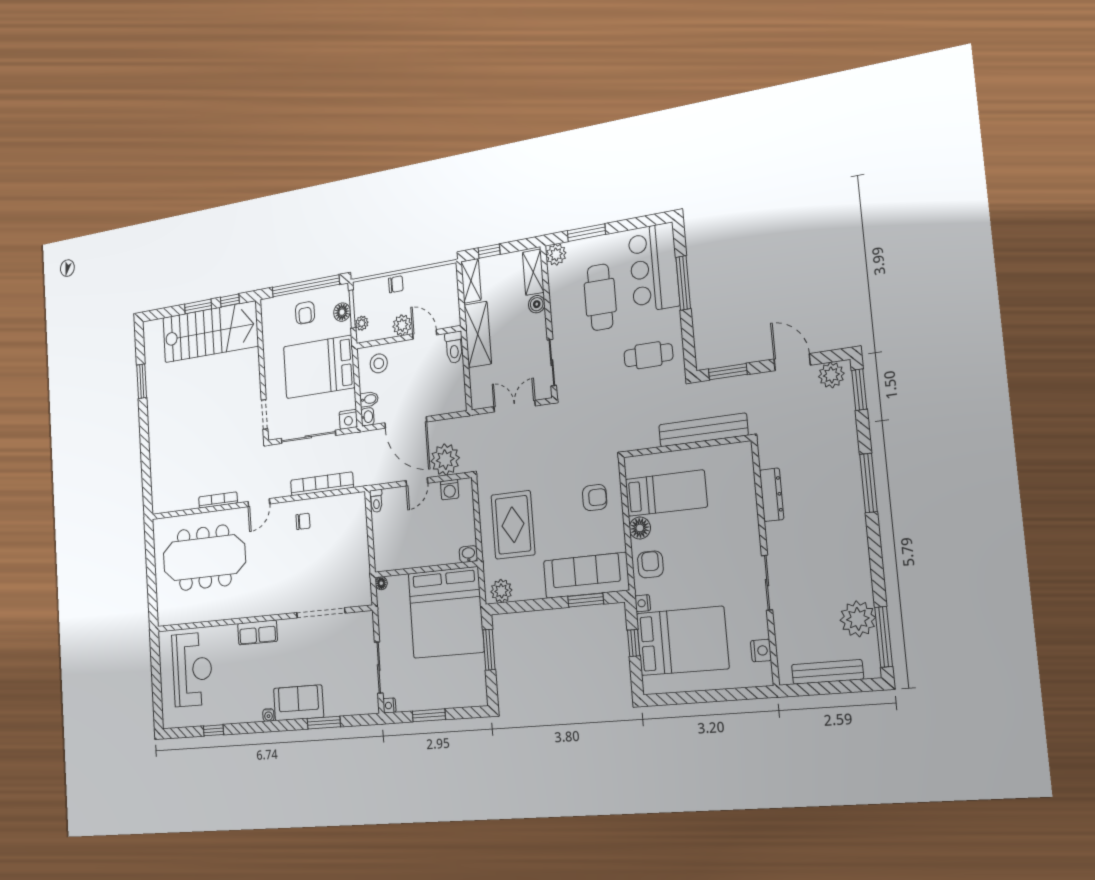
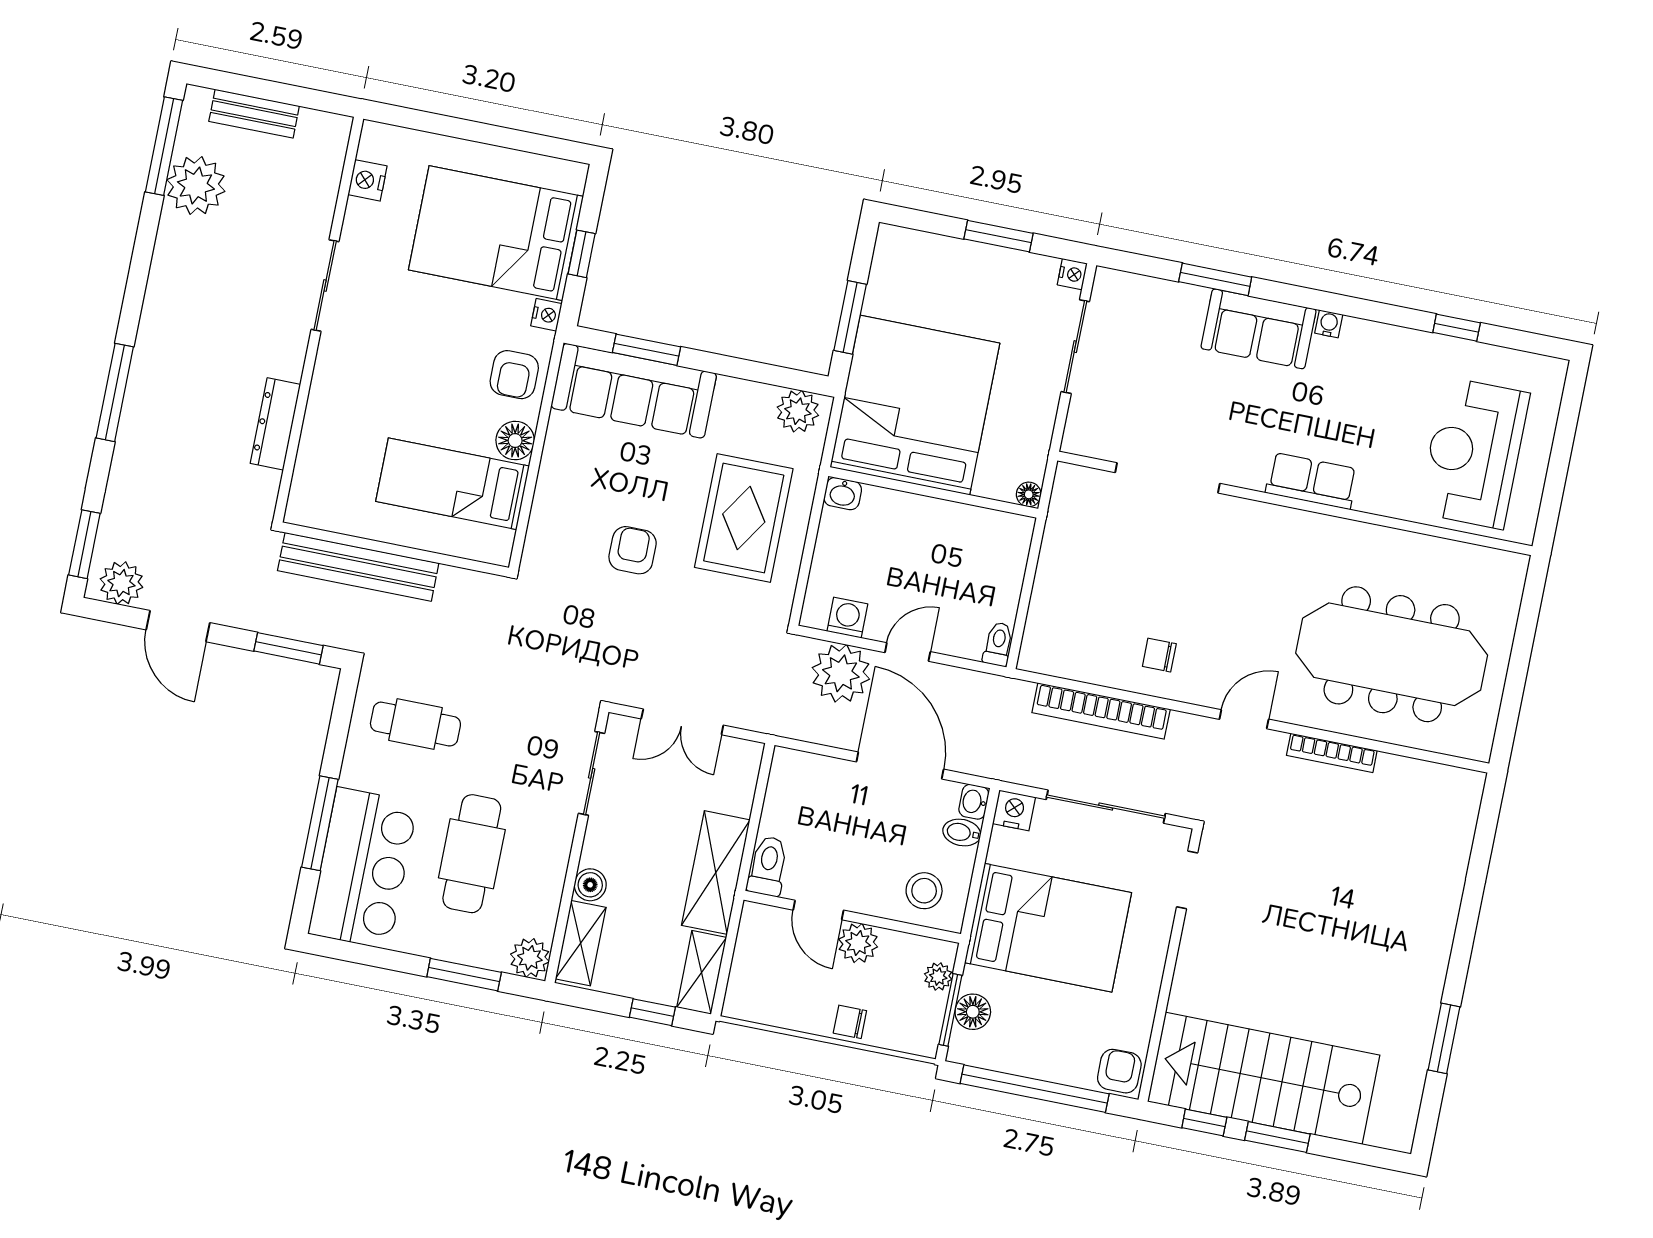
armchair: (305, 313) -> (1119, 1071), moved
armchair: (595, 498) -> (633, 550), moved, turned 90
bench: (827, 672) -> (254, 114), width x0.73

